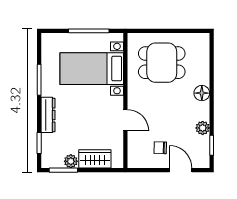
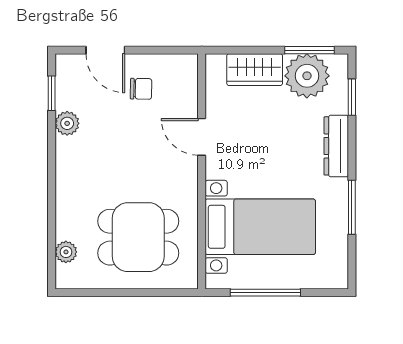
plant: (203, 54) -> (66, 252), added
floor lamp: (202, 93) -> (69, 184), removed
plant: (71, 161) -> (307, 76), width x1.87, depth x1.87

